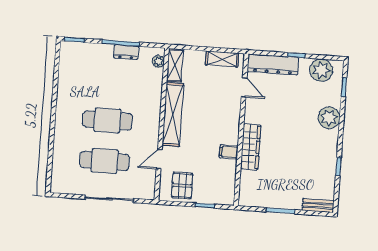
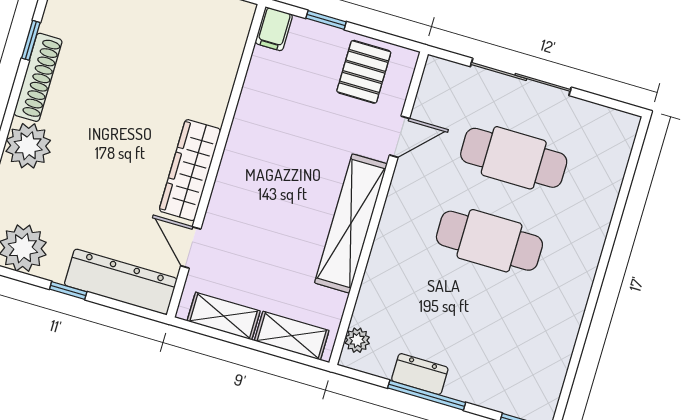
shelving: (175, 65) -> (292, 336), moved, turned 90
wardrobe: (251, 147) -> (190, 170), moved
shoe rack: (331, 150) -> (38, 77), added
filing cabinet: (229, 152) -> (274, 29), moved, turned 90

